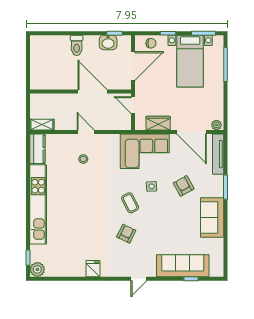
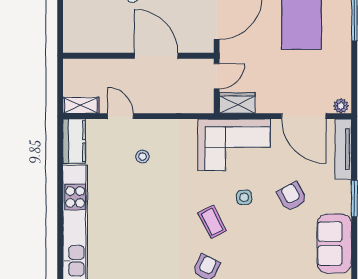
door: (133, 105) -> (217, 76), swing flipped
wardrobe: (158, 123) -> (237, 103), moved
door: (86, 132) -> (120, 116), moved

